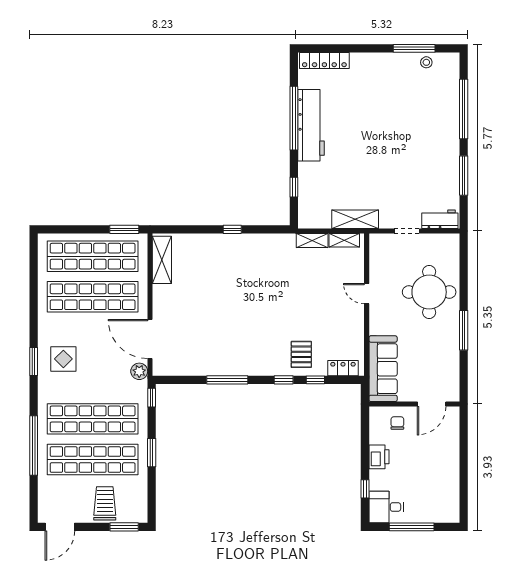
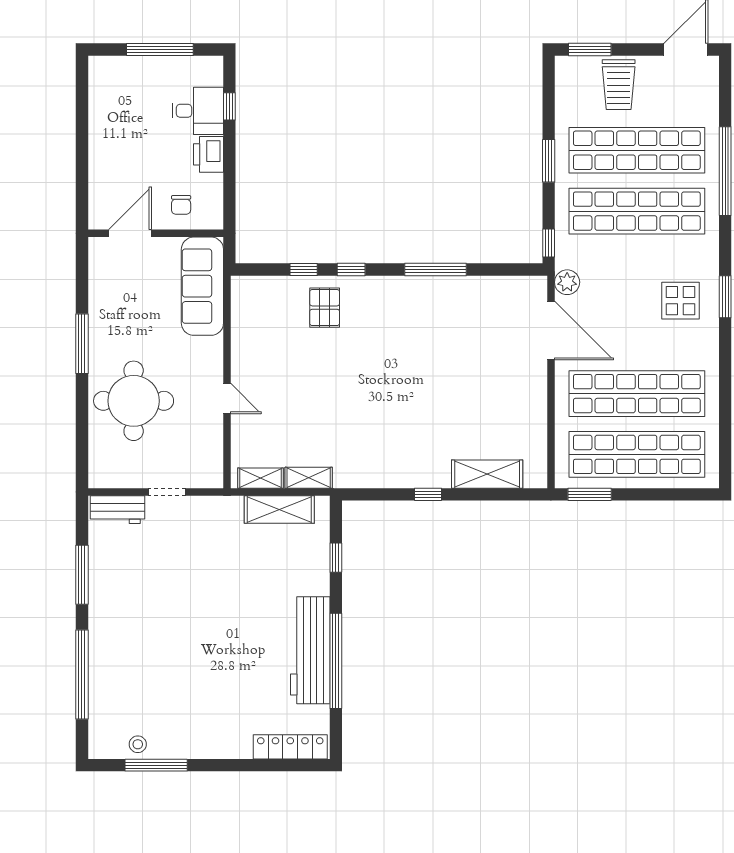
shelving: (355, 219) -> (279, 510), moved
shelving: (162, 260) -> (487, 474), moved, turned 90
locker: (343, 368) -> (262, 287), removed
desk: (386, 507) -> (198, 111), moved

